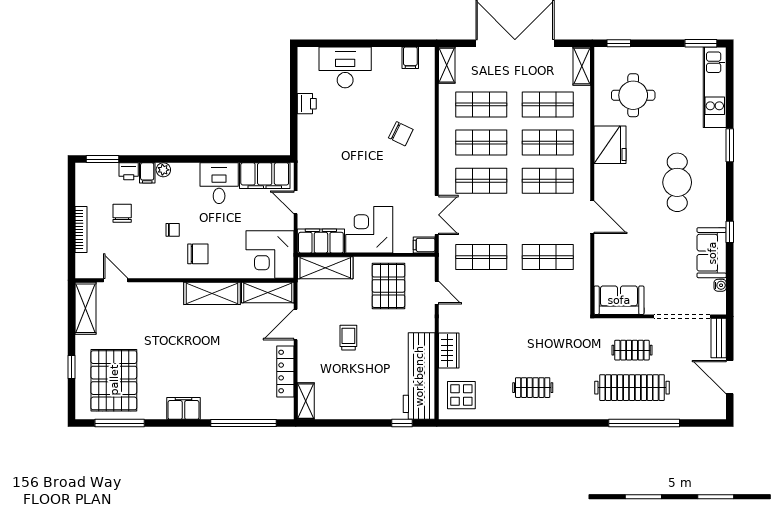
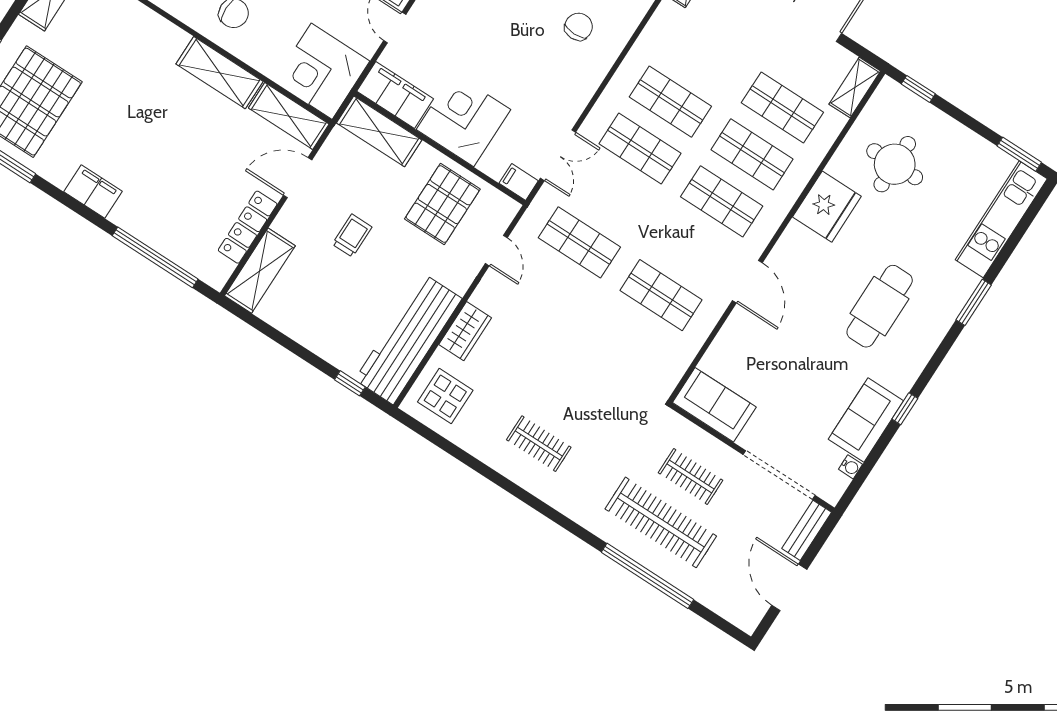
shop shelf: (481, 104) -> (701, 55), removed
chair: (401, 134) -> (579, 27), turned -116
shelving: (306, 401) -> (260, 271), width x1.50, depth x1.33

